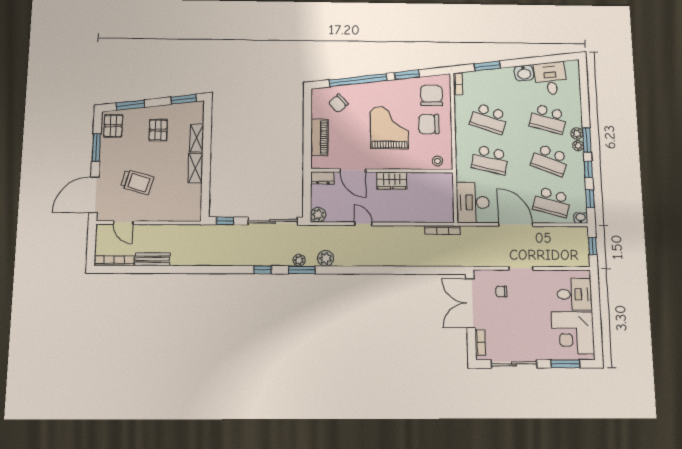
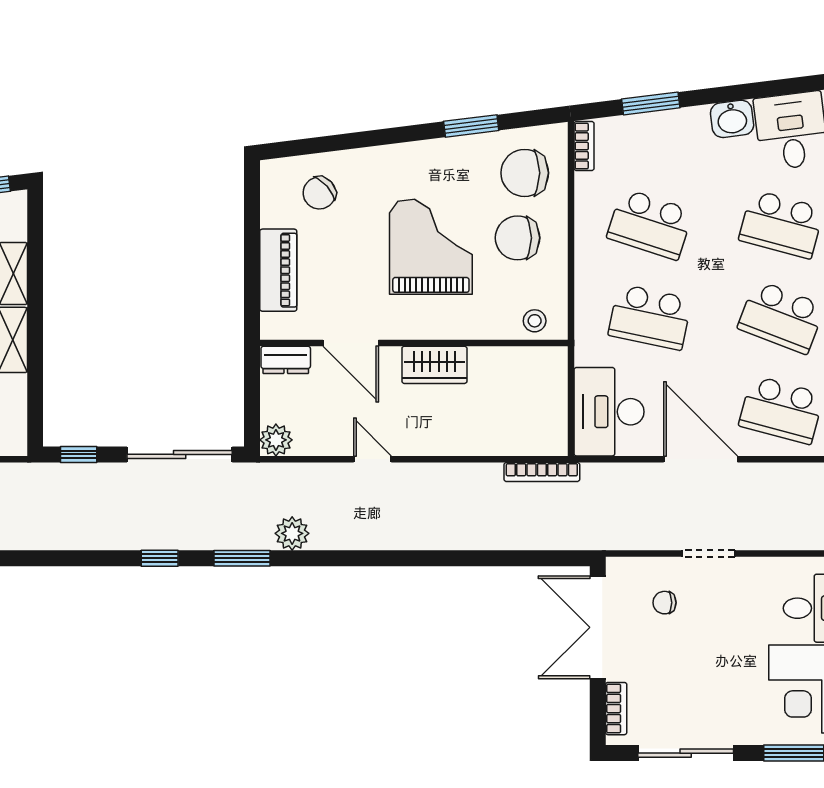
window: (358, 80) -> (363, 139), removed
chair: (431, 95) -> (525, 173), turned -90
plant: (299, 260) -> (236, 538), removed

